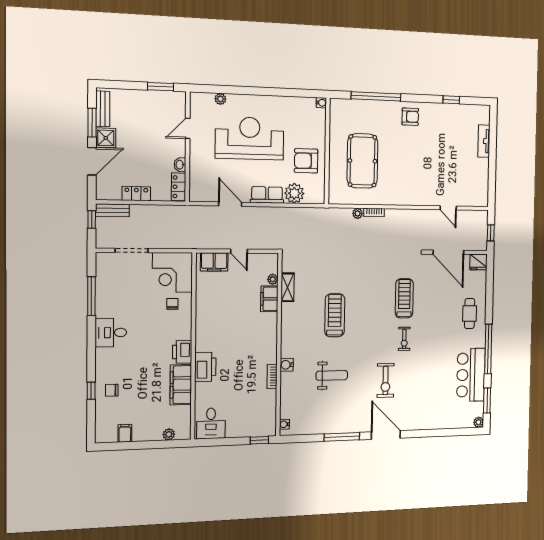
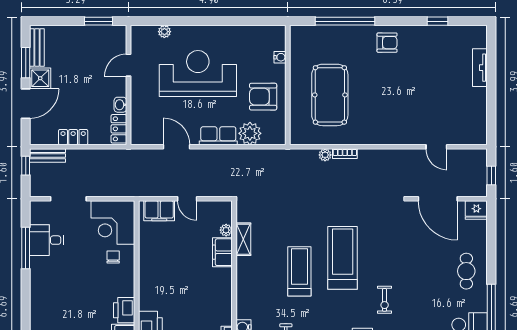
water cooler: (321, 103) -> (280, 57), moved
treadmill: (404, 298) -> (343, 258), moved, width x1.37, depth x1.38
desk: (111, 333) -> (47, 240), moved

